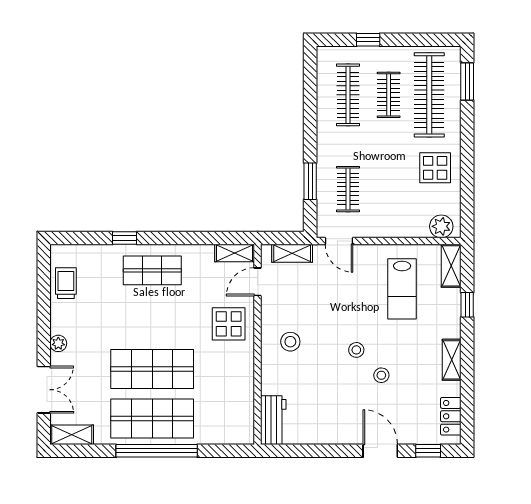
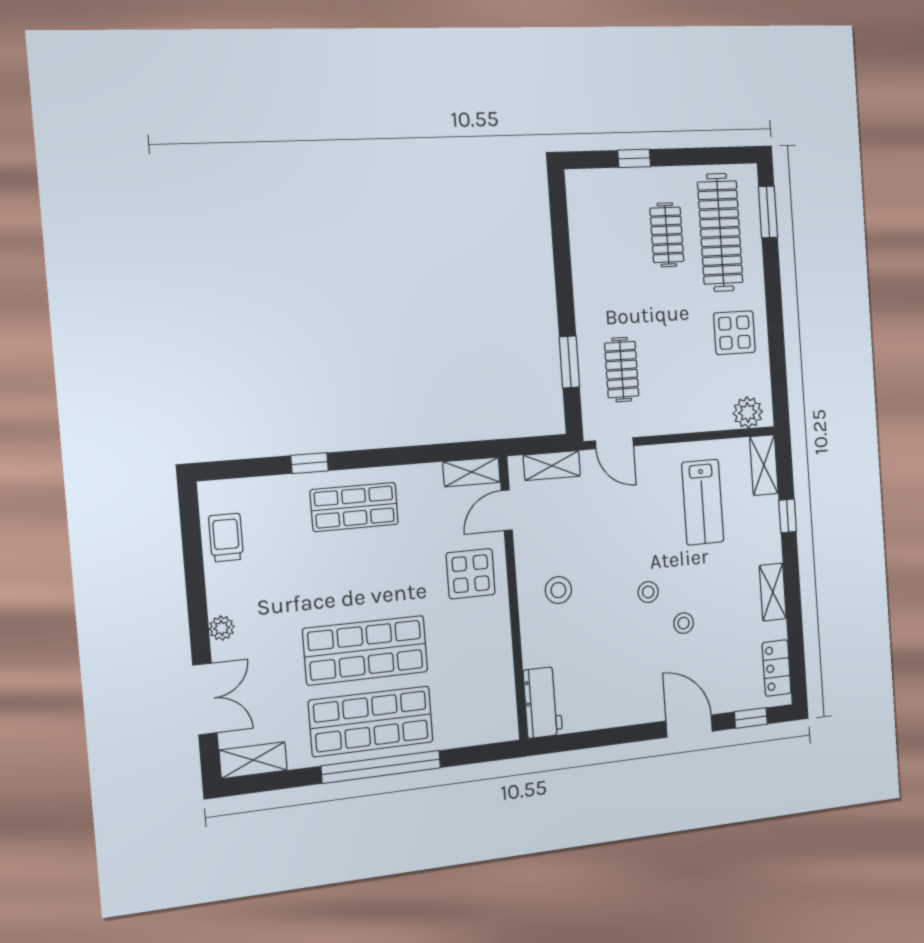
clothes rail: (348, 95) -> (612, 237), removed

